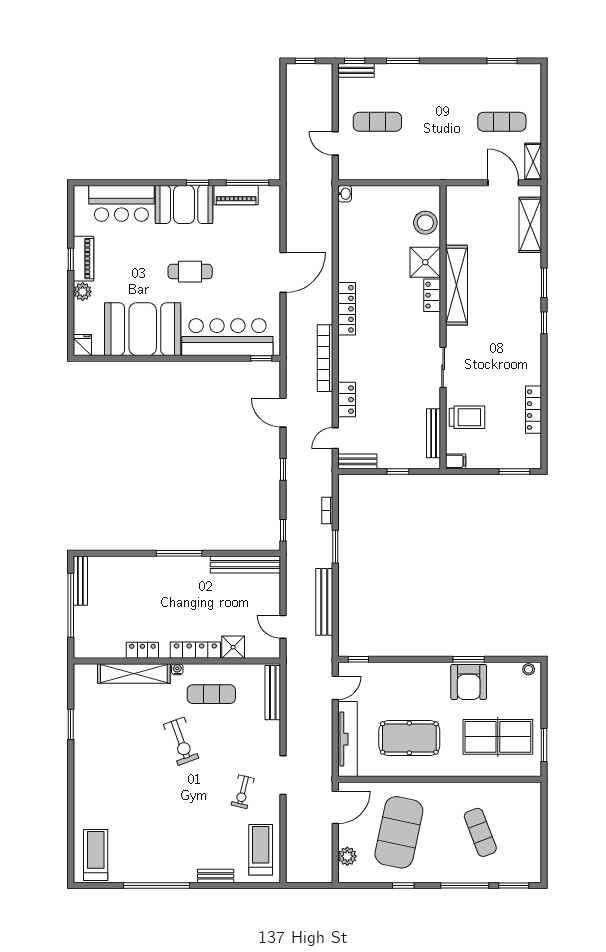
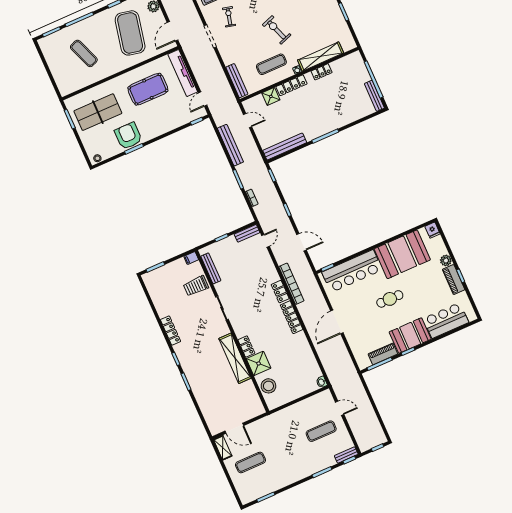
shelving: (530, 225) -> (208, 411), removed
locker: (347, 400) -> (280, 292), moved
locker: (533, 410) -> (170, 331), moved

